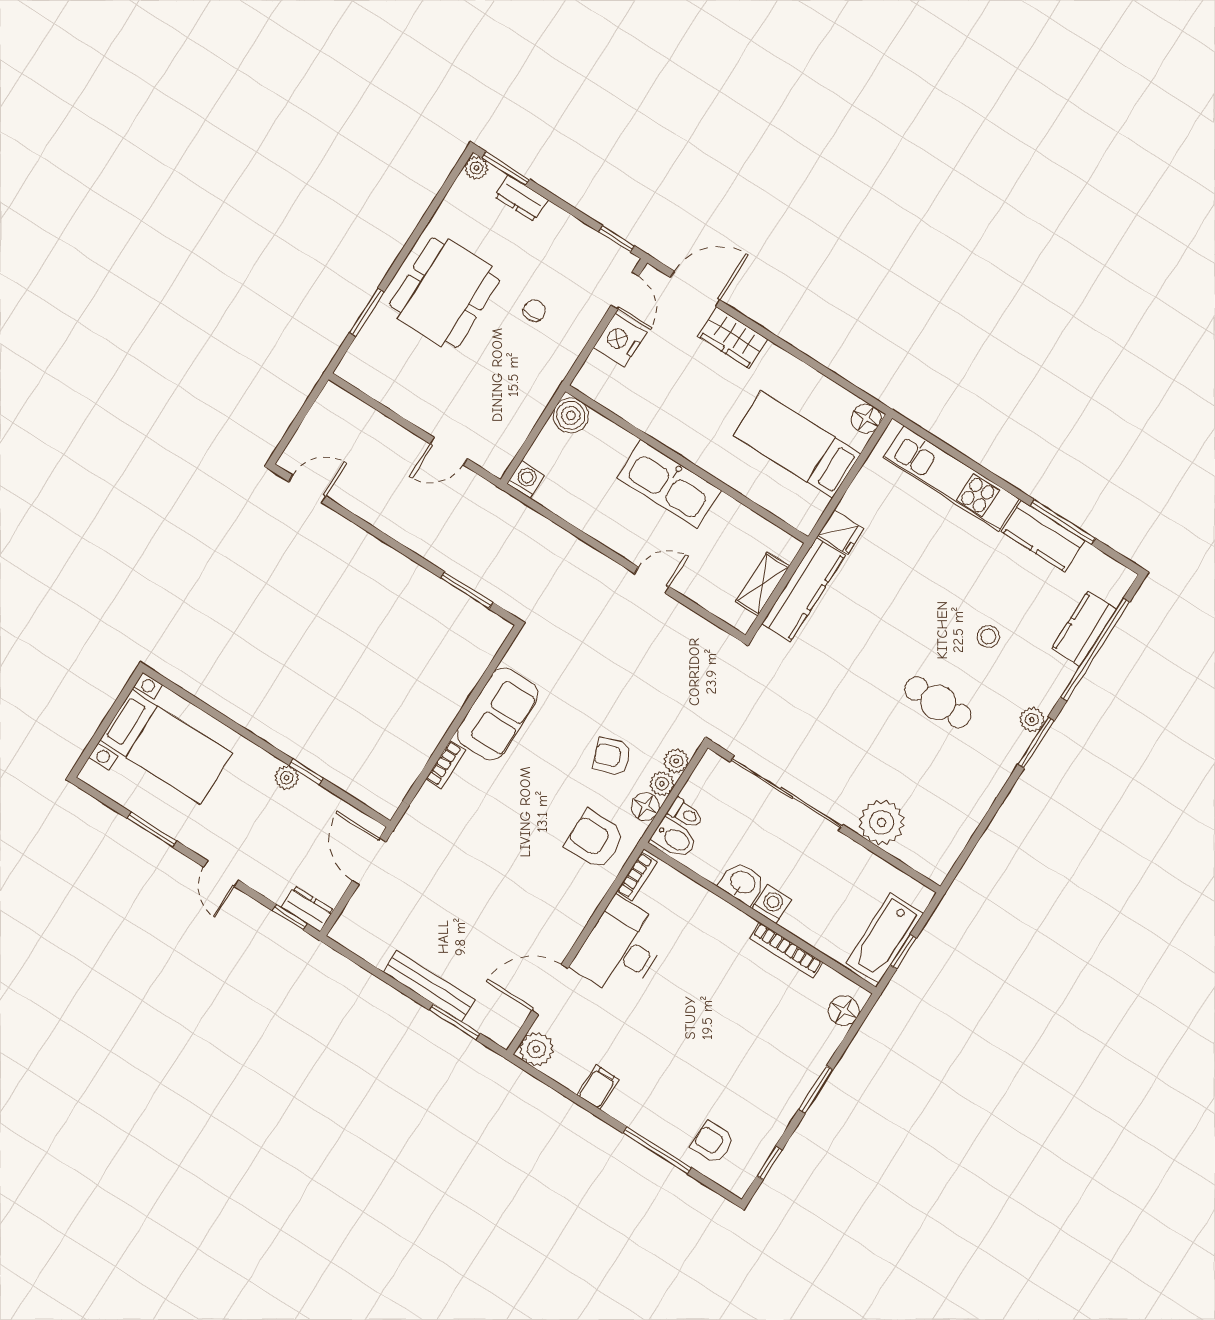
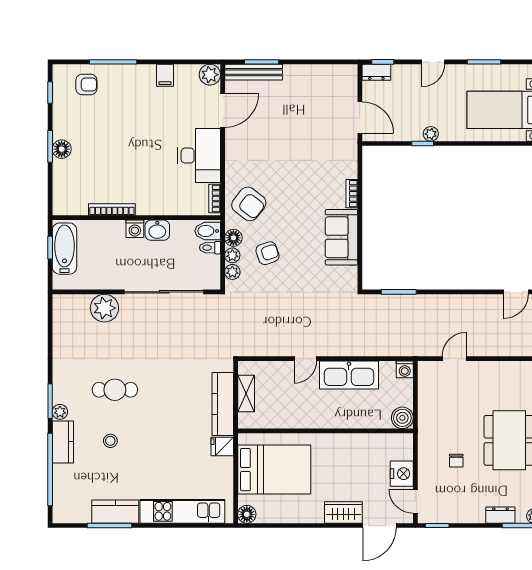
bed: (797, 445) -> (274, 470), width x1.50
kitchen sink: (669, 484) -> (349, 375), moved, turned 180
kitchen counter: (1084, 629) -> (63, 442), moved
armchair: (595, 840) -> (249, 204), turned 38
door: (221, 874) -> (433, 62), swing flipped
bench: (429, 986) -> (254, 72), moved
floor lamp: (844, 1011) -> (62, 149), moved

